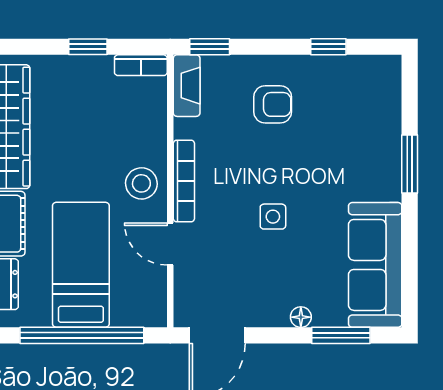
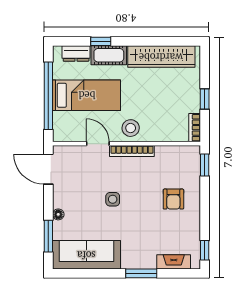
window: (328, 47) -> (205, 250), moved
fireplace: (187, 86) -> (174, 262), moved, turned 180
door: (170, 244) -> (98, 144), hinge flipped

